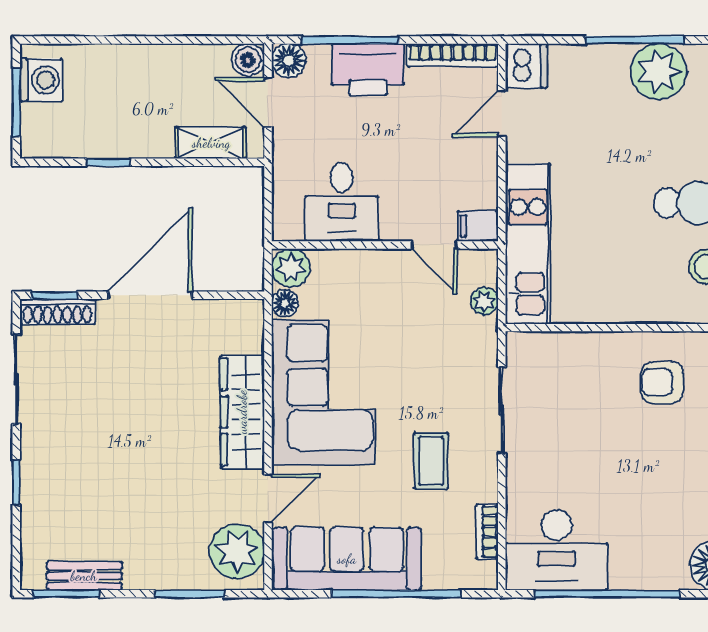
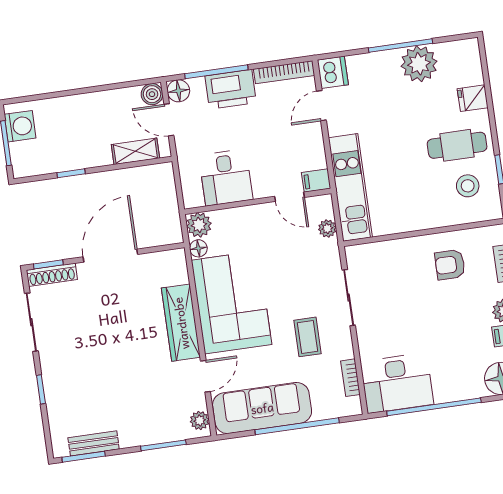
plant: (237, 551) -> (200, 420), width x0.53, depth x0.53

